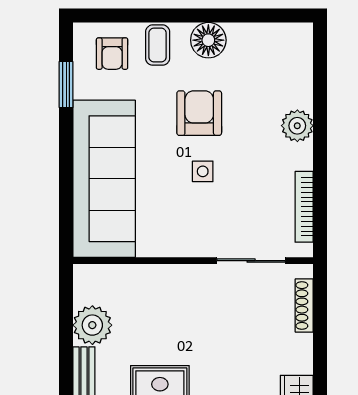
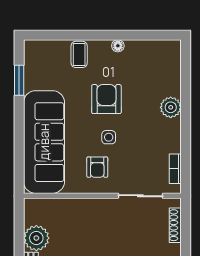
floor lamp: (208, 40) -> (118, 46), width x0.53, depth x0.53
armchair: (112, 54) -> (97, 167), moved
bookcase: (304, 207) -> (175, 169), width x0.64

